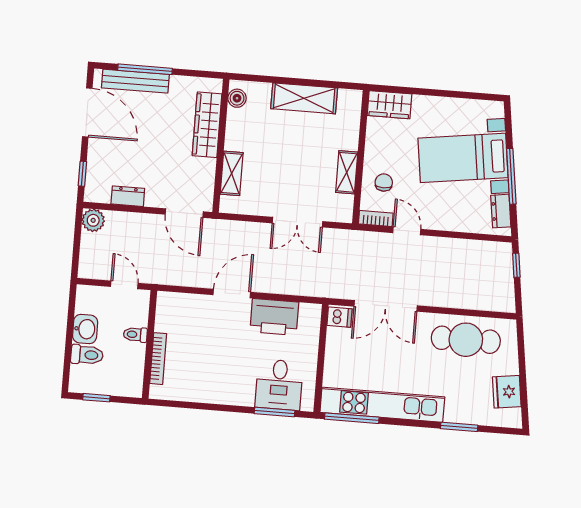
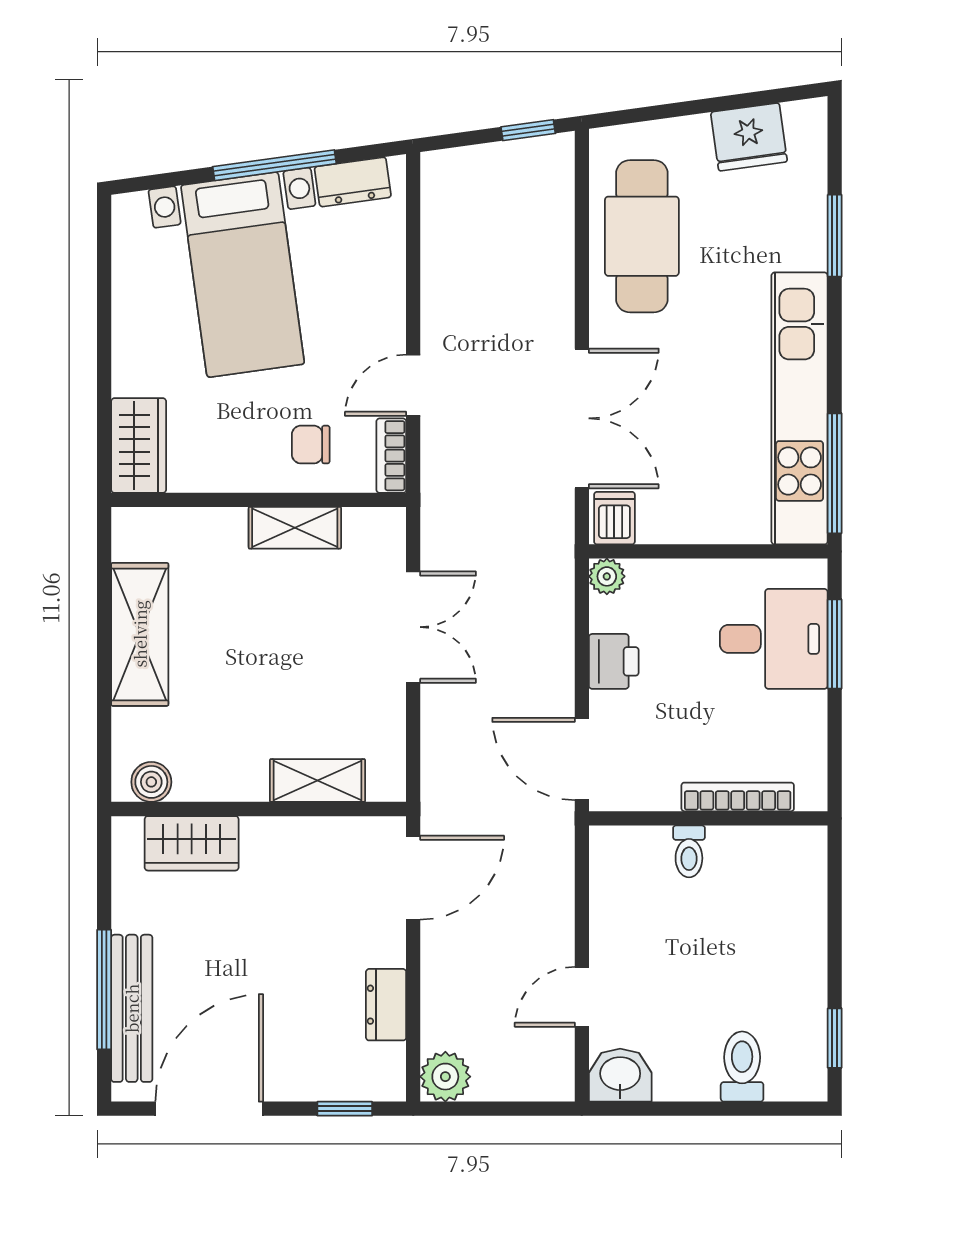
wardrobe: (207, 125) -> (192, 843), width x0.67
window: (516, 265) -> (528, 130), moved
plant: (313, 311) -> (607, 576), added
printer: (274, 317) -> (614, 661), width x0.53, depth x0.68
washbasin: (85, 329) -> (620, 1075), moved
toilet: (135, 335) -> (689, 851), moved
wall: (150, 344) -> (708, 818), moved
bookcase: (158, 359) -> (738, 797), moved

